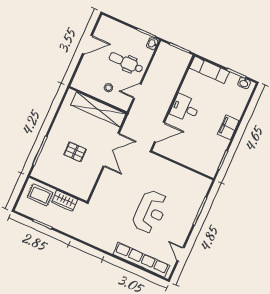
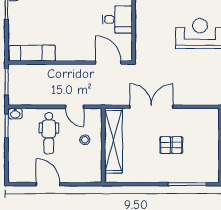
exam couch: (209, 70) -> (32, 53), moved, turned -90
desk: (185, 108) -> (117, 20), moved, turned -90
pallet: (75, 152) -> (171, 145), turned 90

